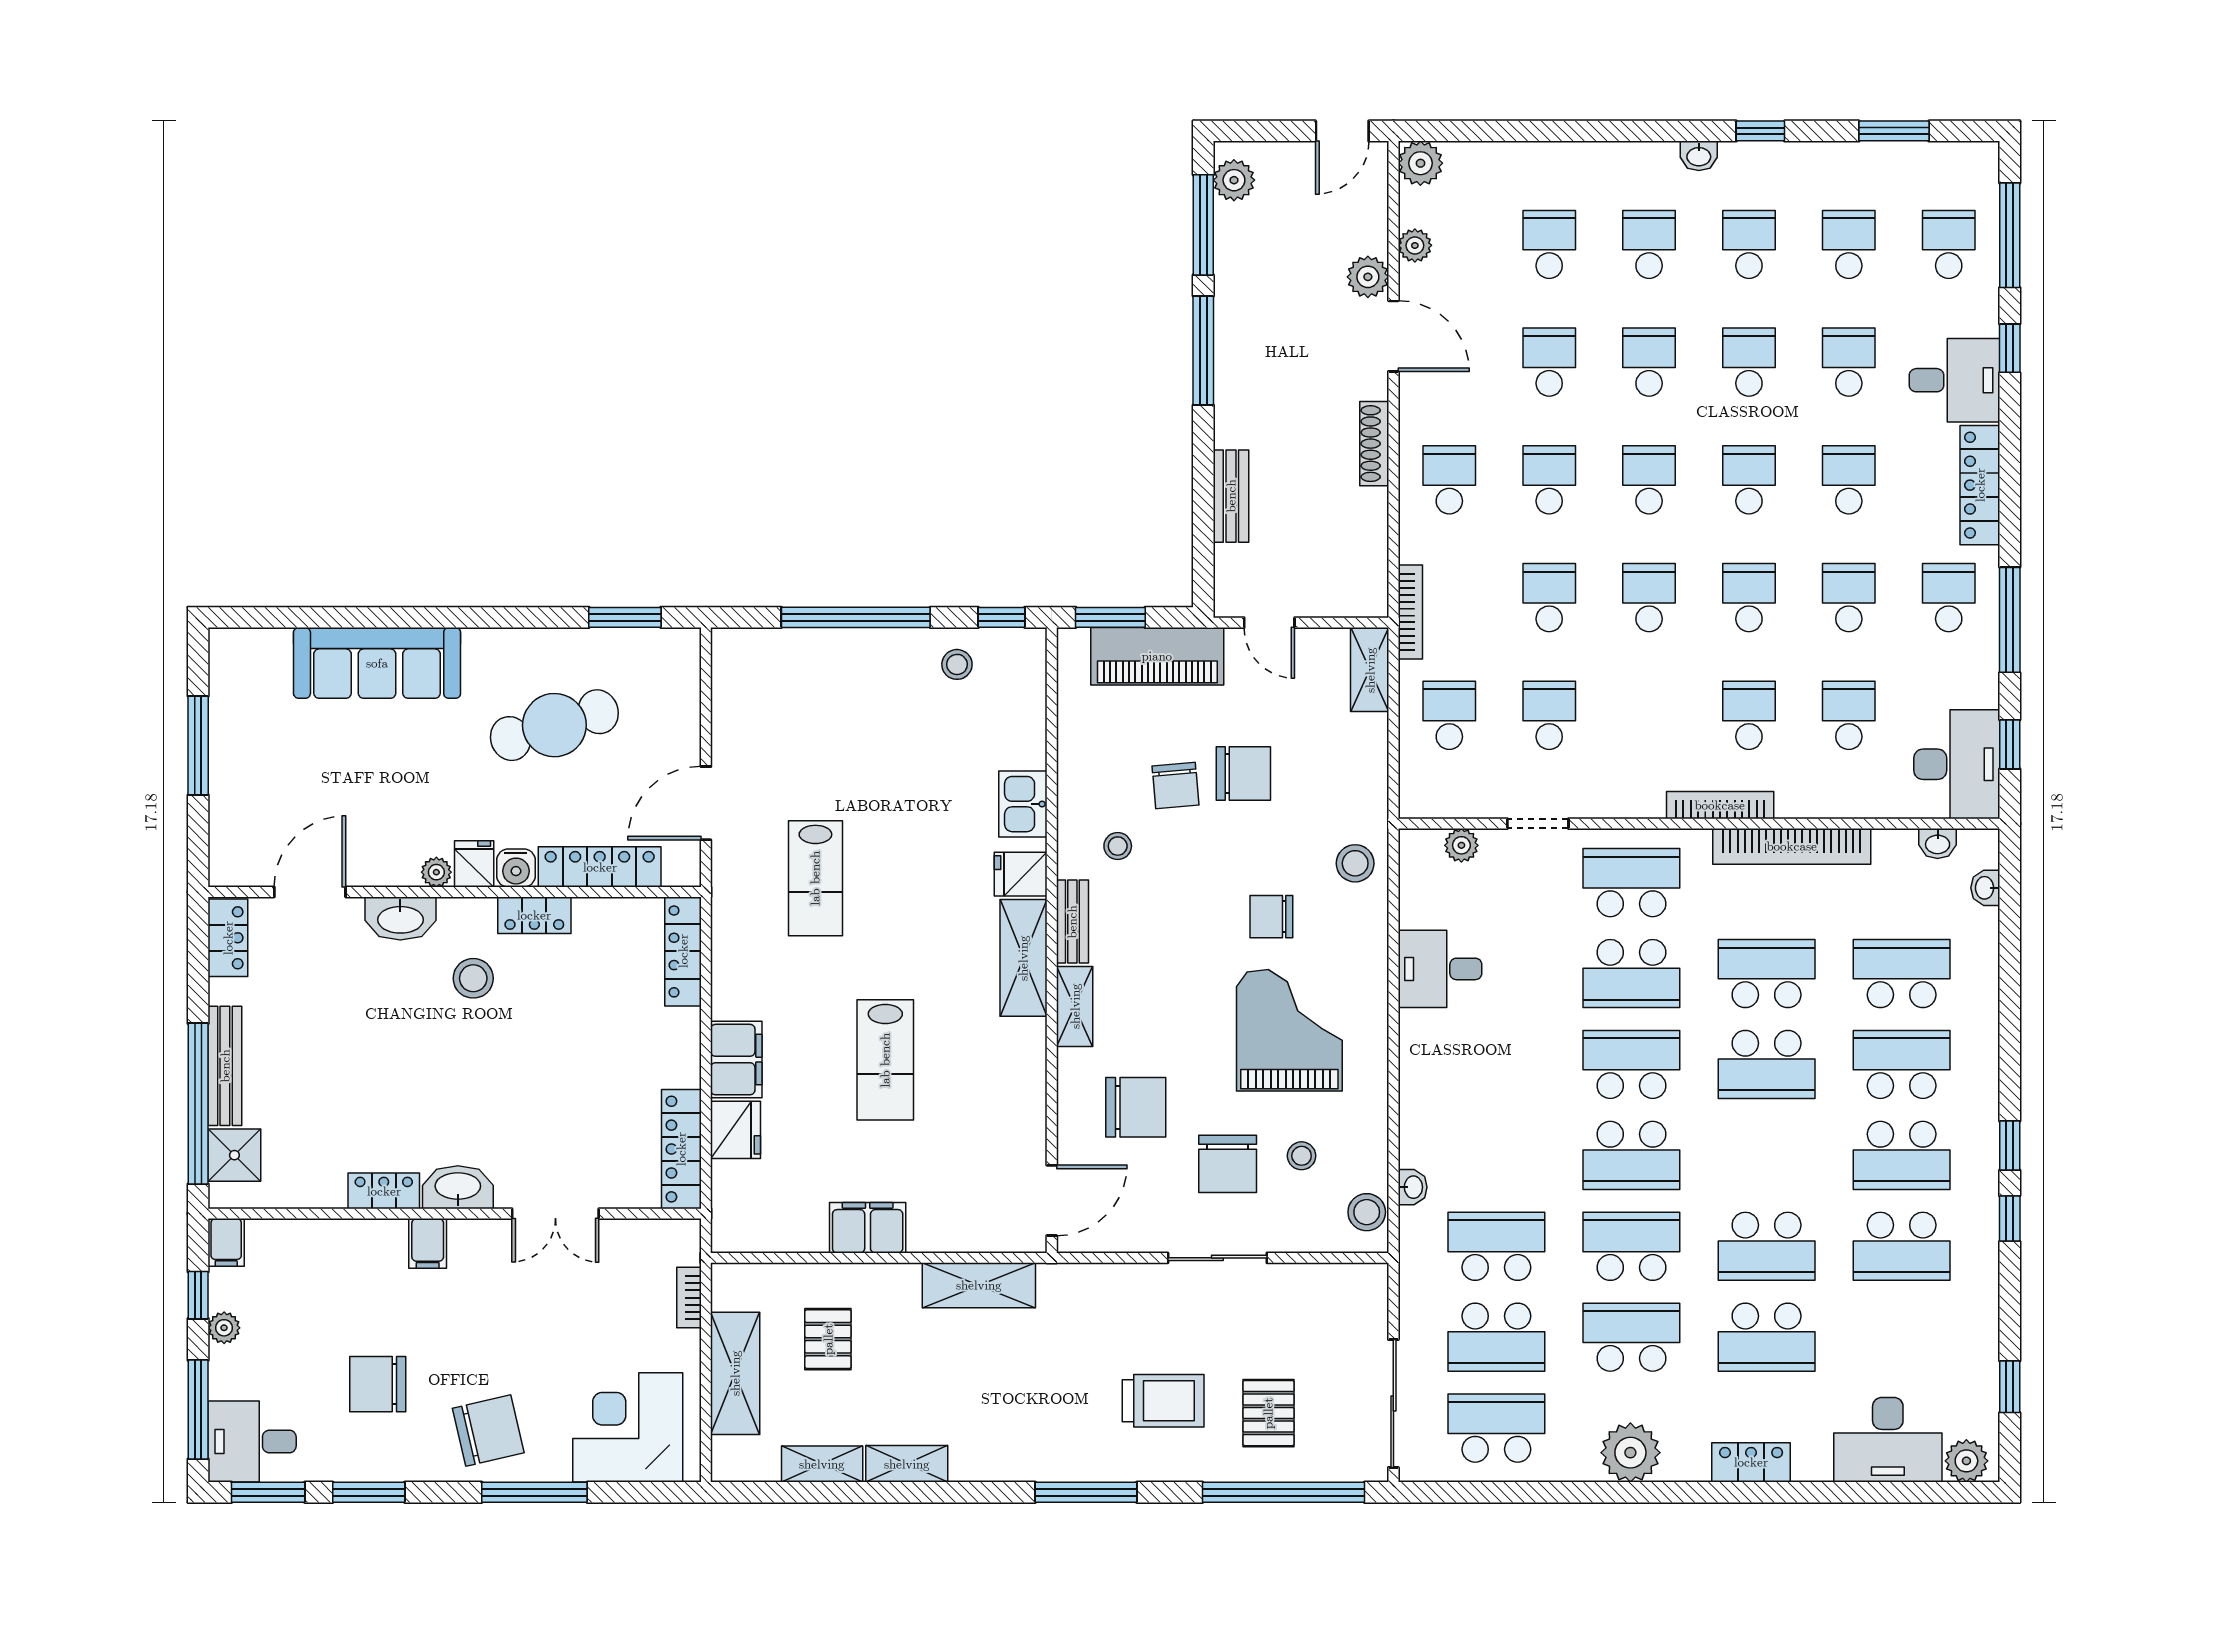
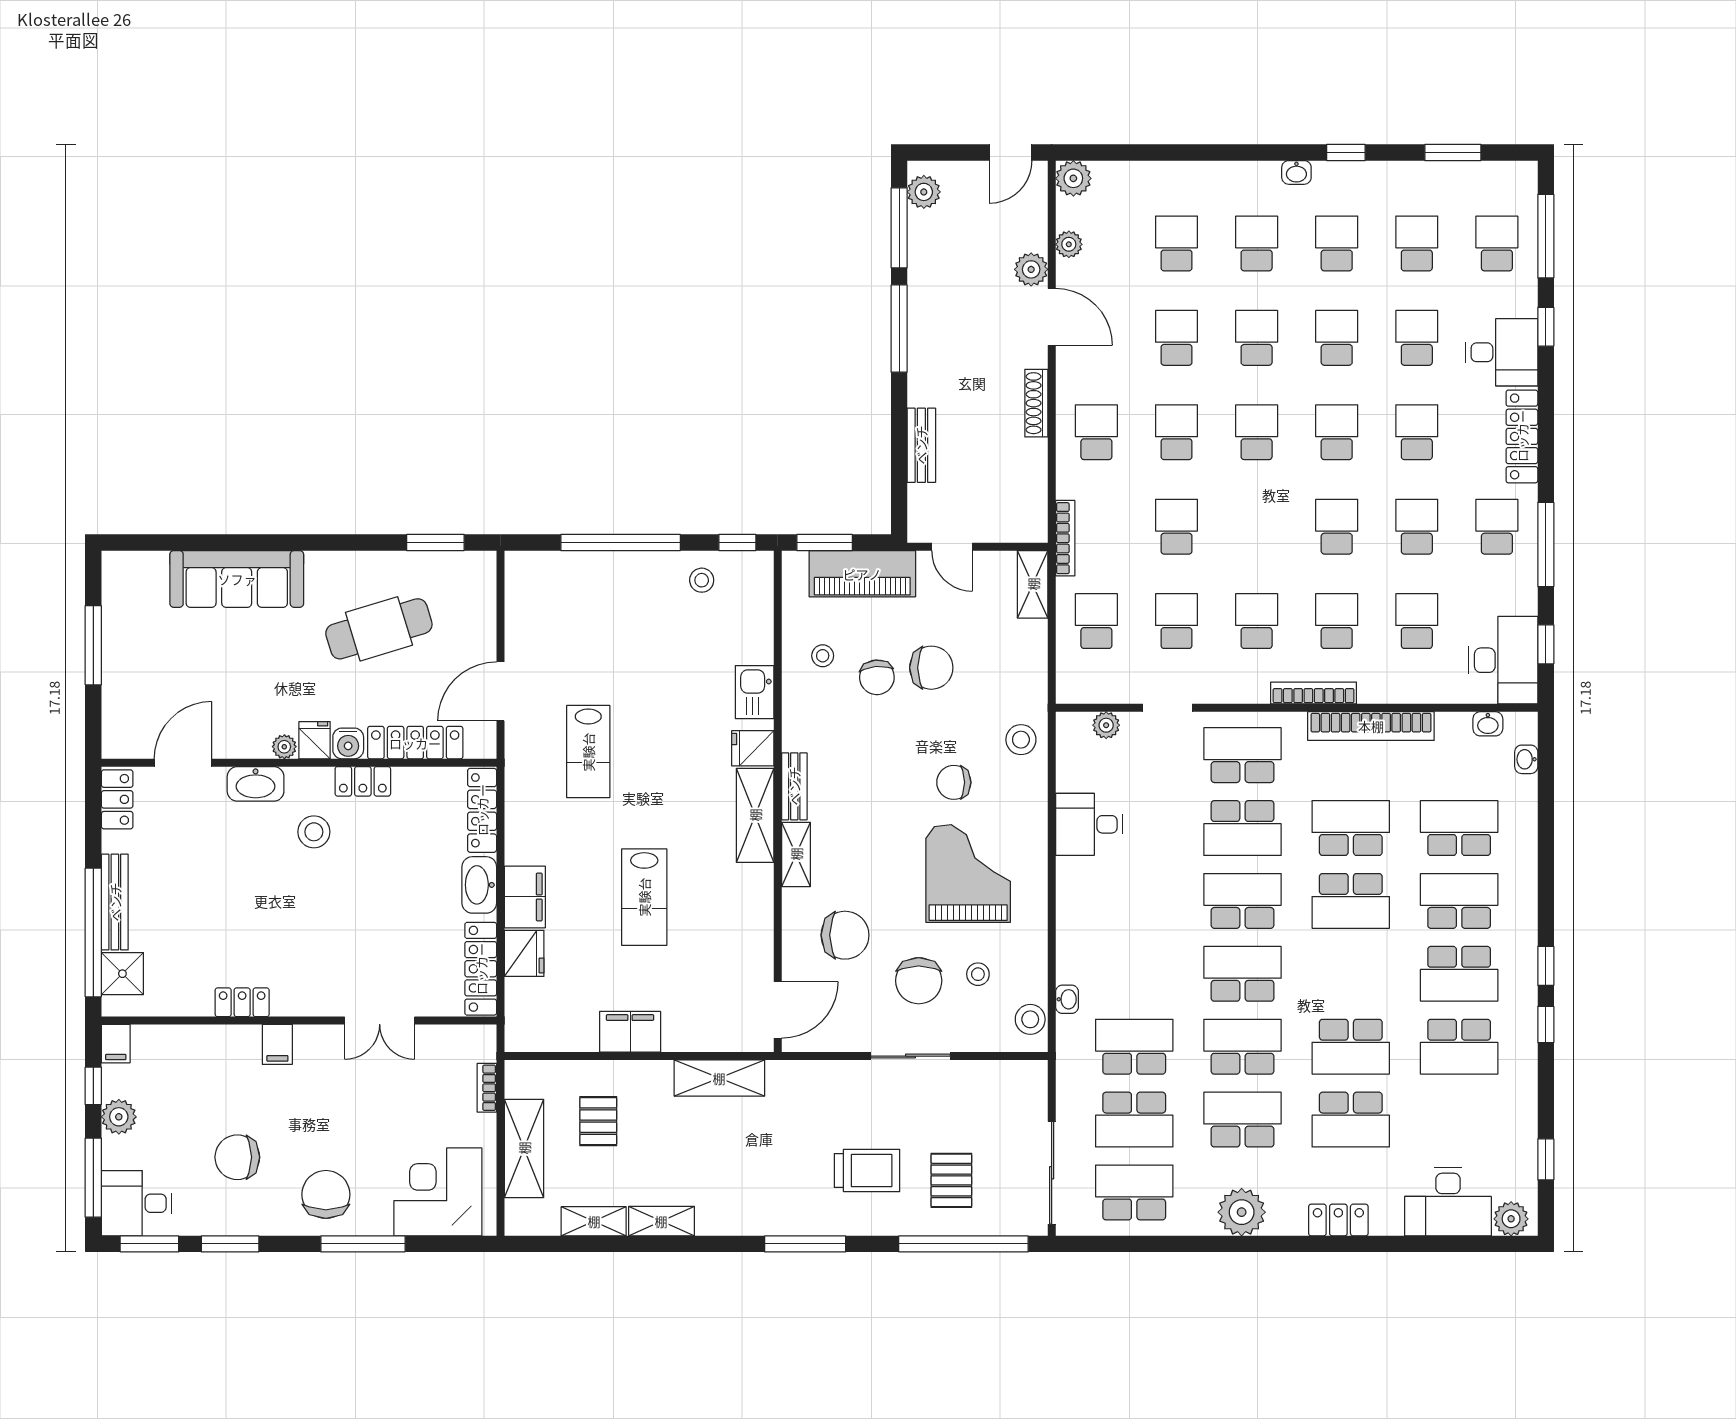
school desk: (1649, 598) -> (1257, 621), moved
stool: (1118, 846) -> (823, 656), moved
school desk: (1631, 1155) -> (1242, 974), turned 180
washbasin: (458, 1187) -> (479, 885), moved, turned -90
plant: (224, 1328) -> (119, 1117), width x1.38, depth x1.38
chair: (488, 1431) -> (326, 1194), turned -77

